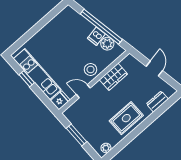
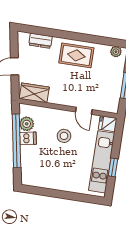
stool: (91, 70) -> (64, 136), moved
wardrobe: (113, 77) -> (34, 93), moved

